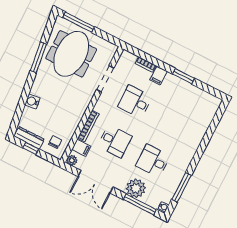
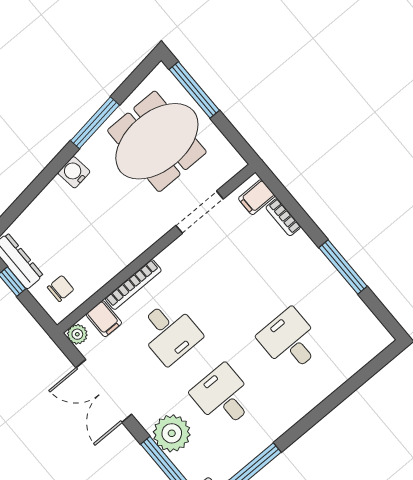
filing cabinet: (159, 76) -> (257, 197), moved
window: (184, 76) -> (343, 267), width x1.44
water cooler: (32, 101) -> (74, 172), moved
desk: (135, 102) -> (290, 341), moved

